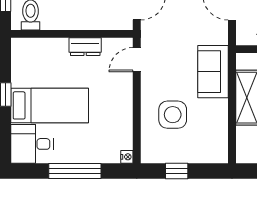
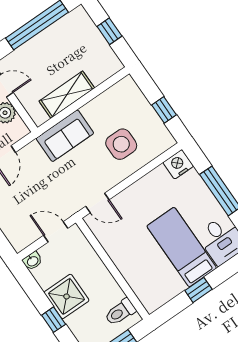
dresser: (85, 47) -> (115, 251), removed
nightstand: (127, 157) -> (178, 164), width x1.89, depth x1.79

